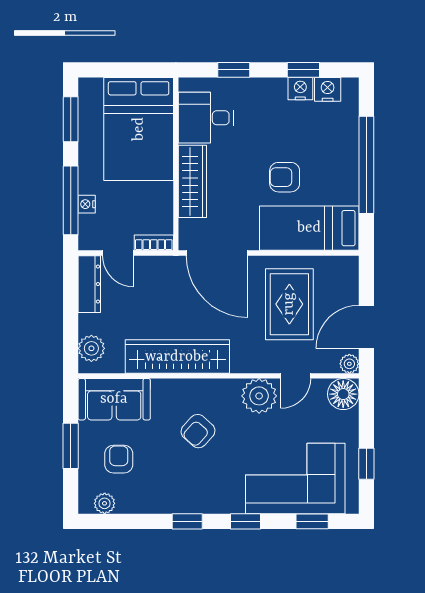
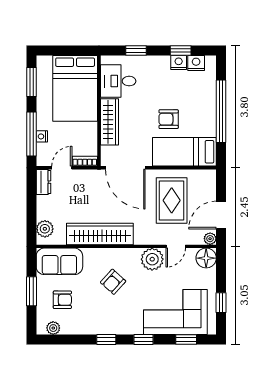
door: (118, 253) -> (62, 168), swing flipped
dresser: (89, 284) -> (43, 182), width x0.70
armchair: (119, 459) -> (62, 300), turned 90

